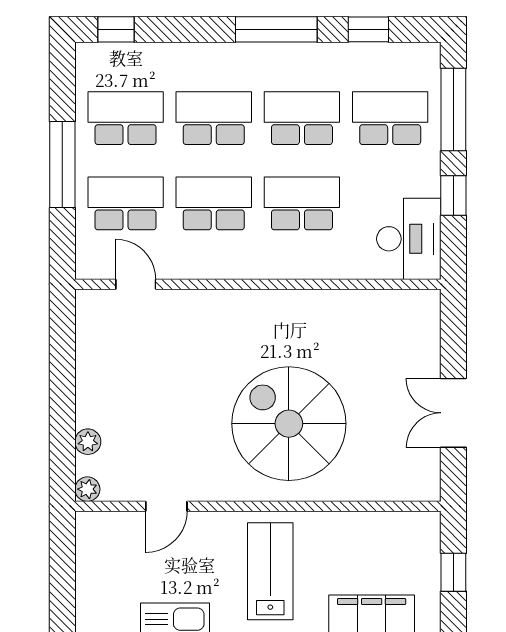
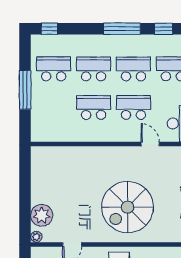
school desk: (126, 203) -> (54, 107), removed
door: (136, 284) -> (150, 144), moved
spiral stairs: (289, 424) -> (128, 207), turned -90
plant: (88, 442) -> (42, 215), width x1.87, depth x1.87

